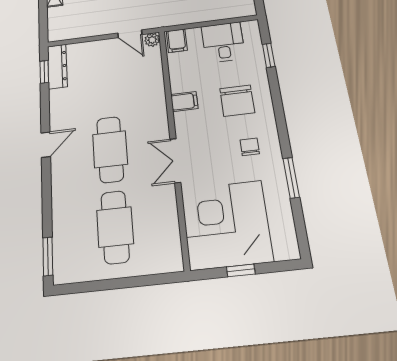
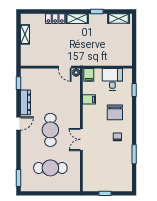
dresser: (57, 66) -> (25, 102), moved
filing cabinet: (184, 102) -> (89, 99), moved
corner desk: (226, 225) -> (101, 173), removed
cafe table: (115, 227) -> (50, 168), turned 90

